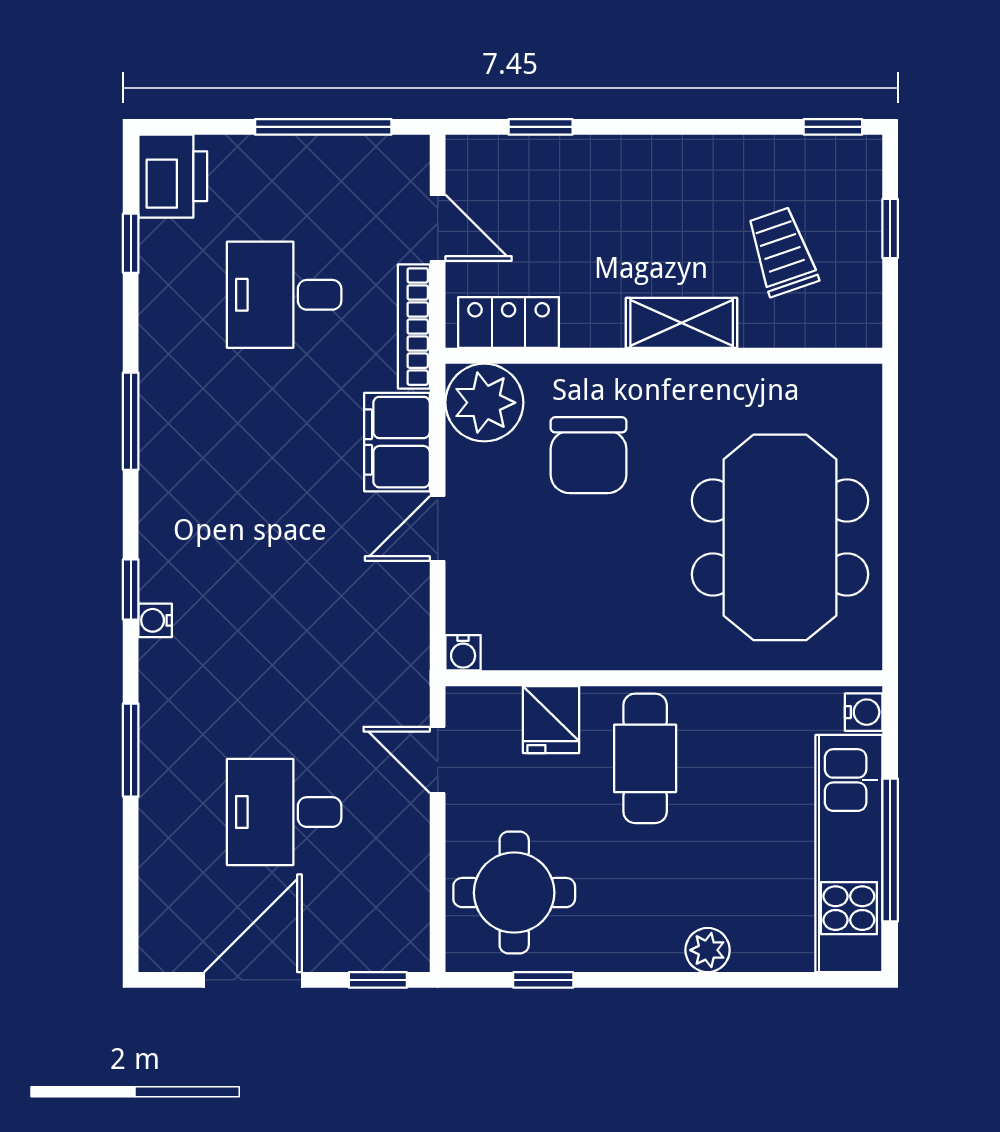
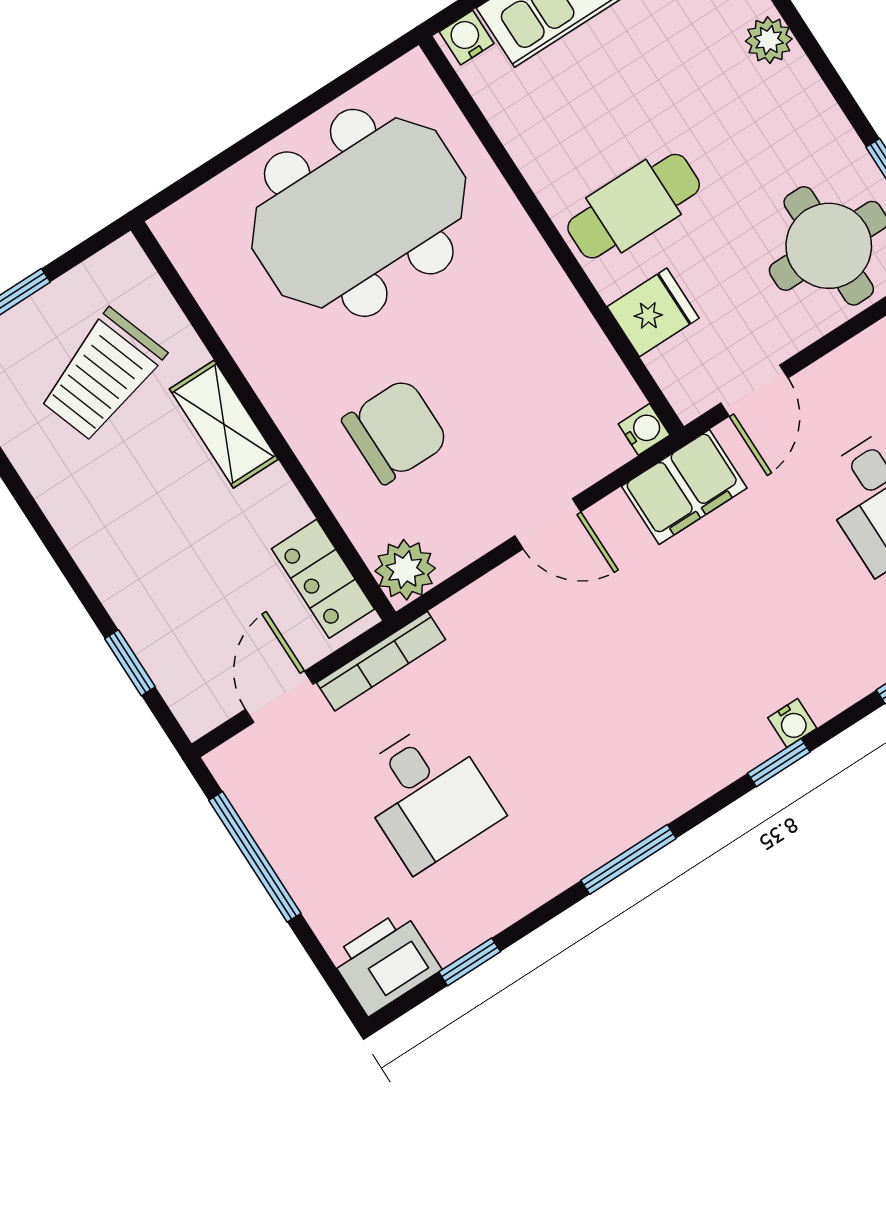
trolley: (782, 252) -> (102, 375), width x1.36, depth x1.39
plant: (484, 403) -> (405, 570), width x0.73, depth x0.73
filing cabinet: (397, 442) -> (684, 487), moved

